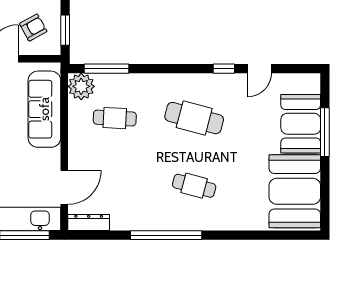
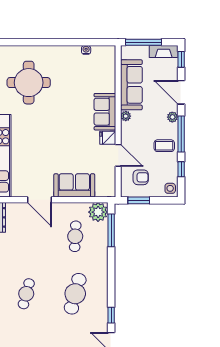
armchair: (33, 28) -> (141, 177), turned -61
sofa: (44, 109) -> (74, 185), width x0.73
door: (64, 187) -> (39, 200), moved

